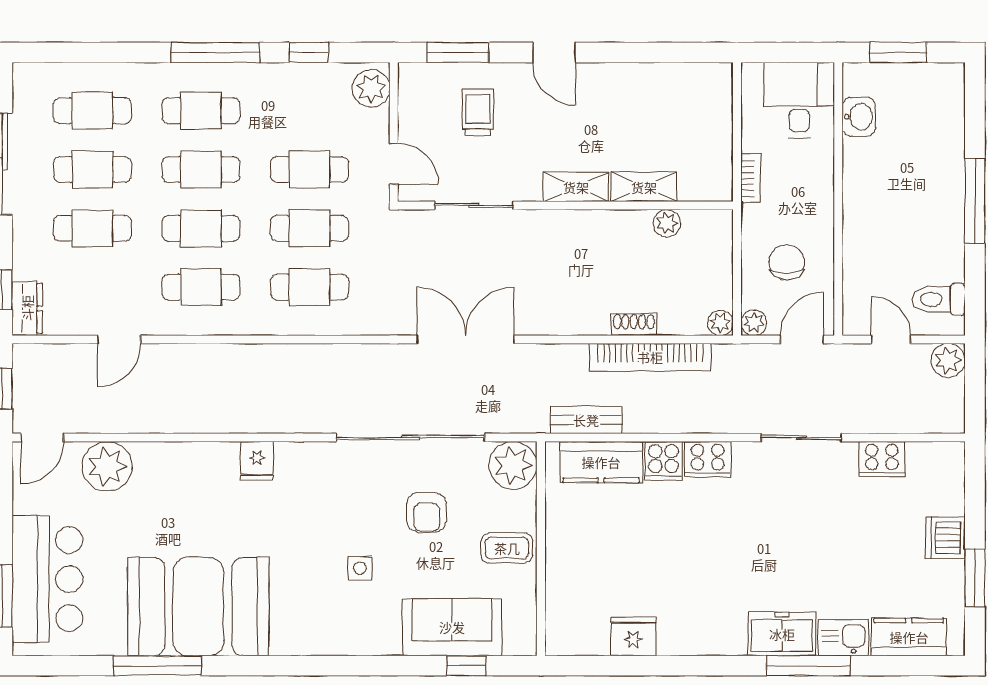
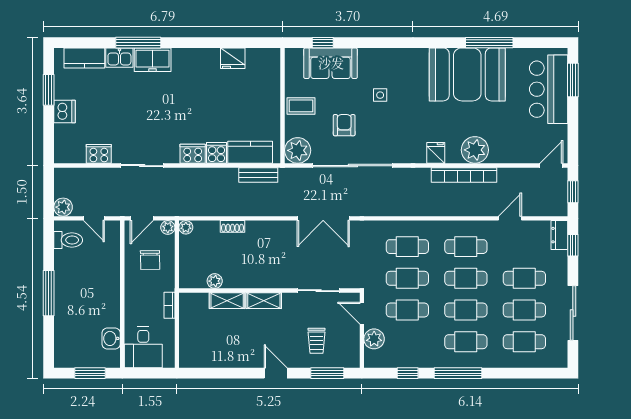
plant: (371, 89) -> (374, 339), moved
bookcase: (650, 357) -> (464, 175), moved, turned 180
plant: (107, 466) -> (475, 150), moved

